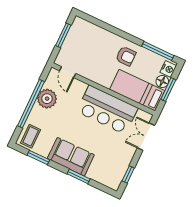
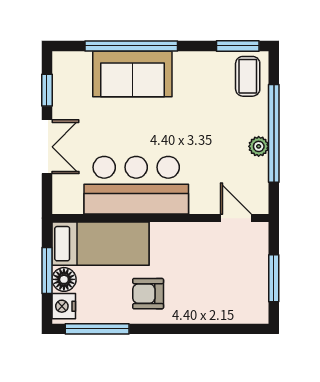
plant: (47, 99) -> (259, 146), width x0.53, depth x0.53
double door: (146, 137) -> (47, 147), moved
window: (38, 157) -> (238, 46), moved
sofa: (71, 157) -> (132, 74), moved
window: (79, 176) -> (131, 46), width x2.11

